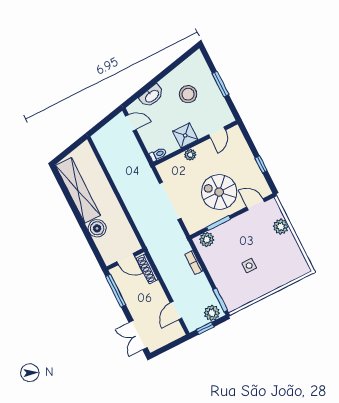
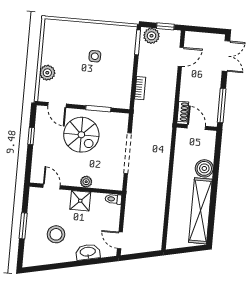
door: (217, 132) -> (52, 187), hinge flipped
plant: (207, 239) -> (117, 101), removed
shoe rack: (147, 269) -> (183, 112), width x0.70

